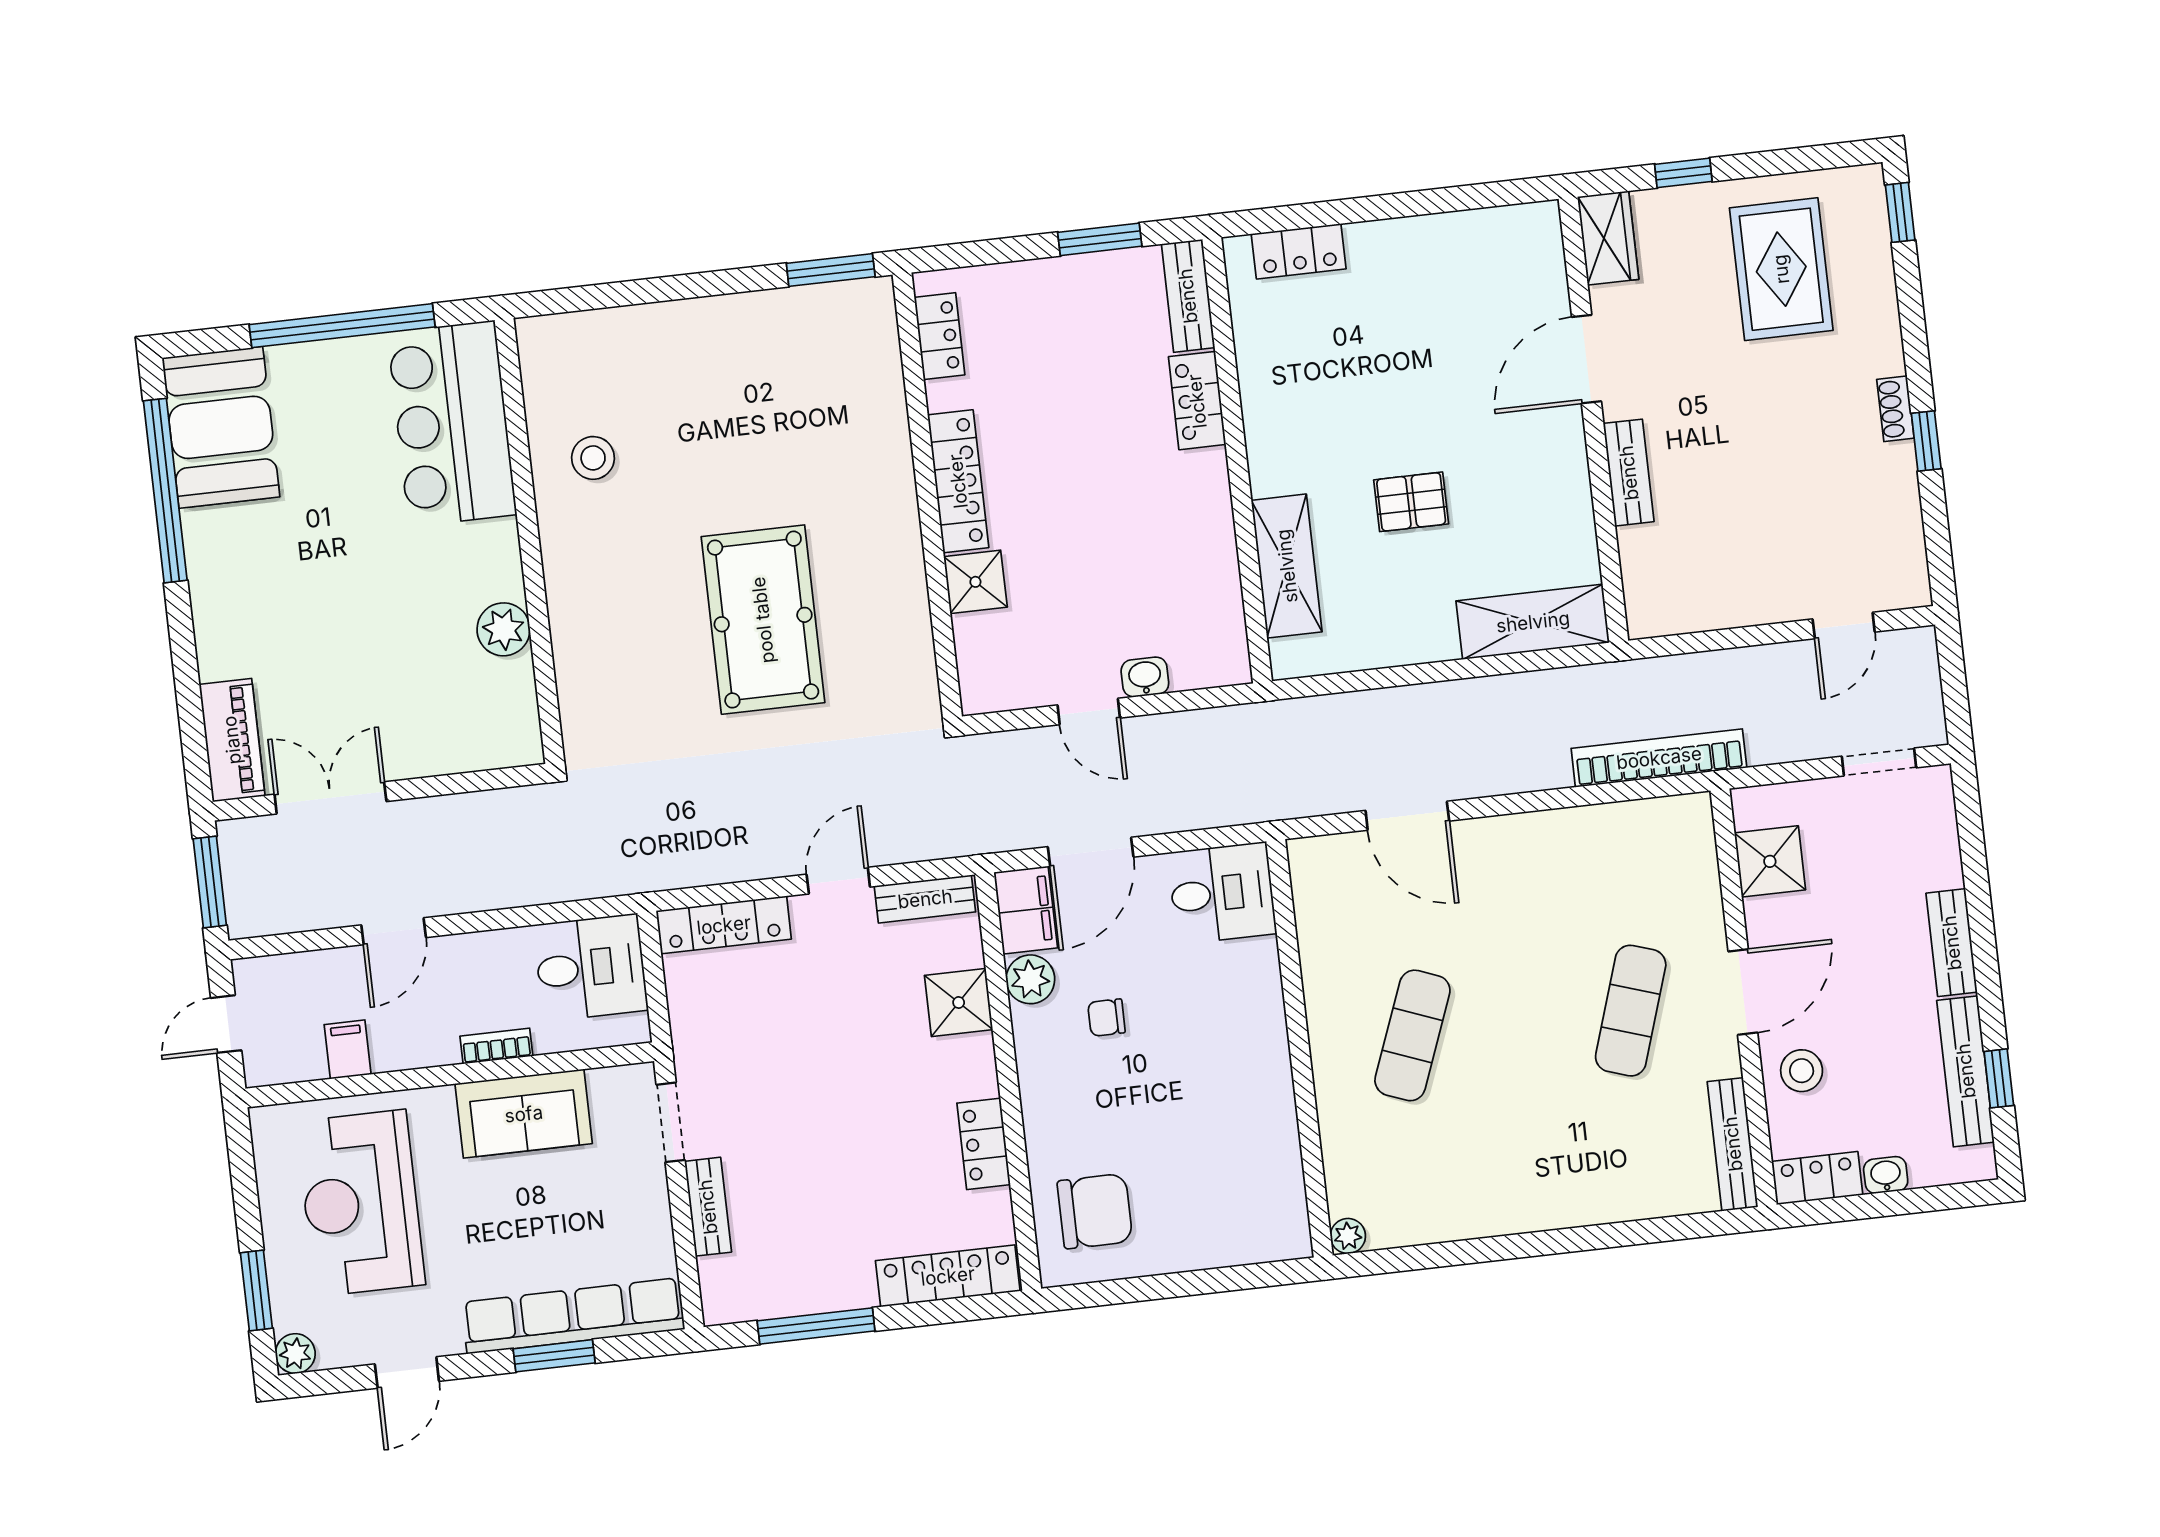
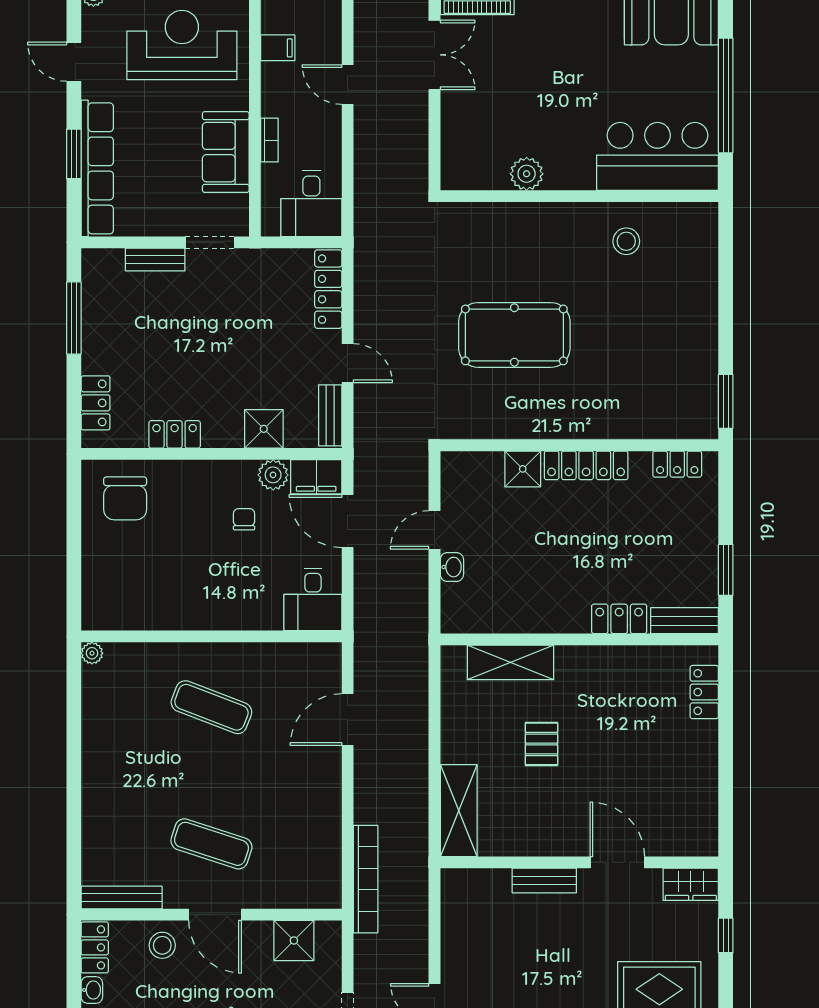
locker: (948, 1276) -> (96, 403), width x0.66

